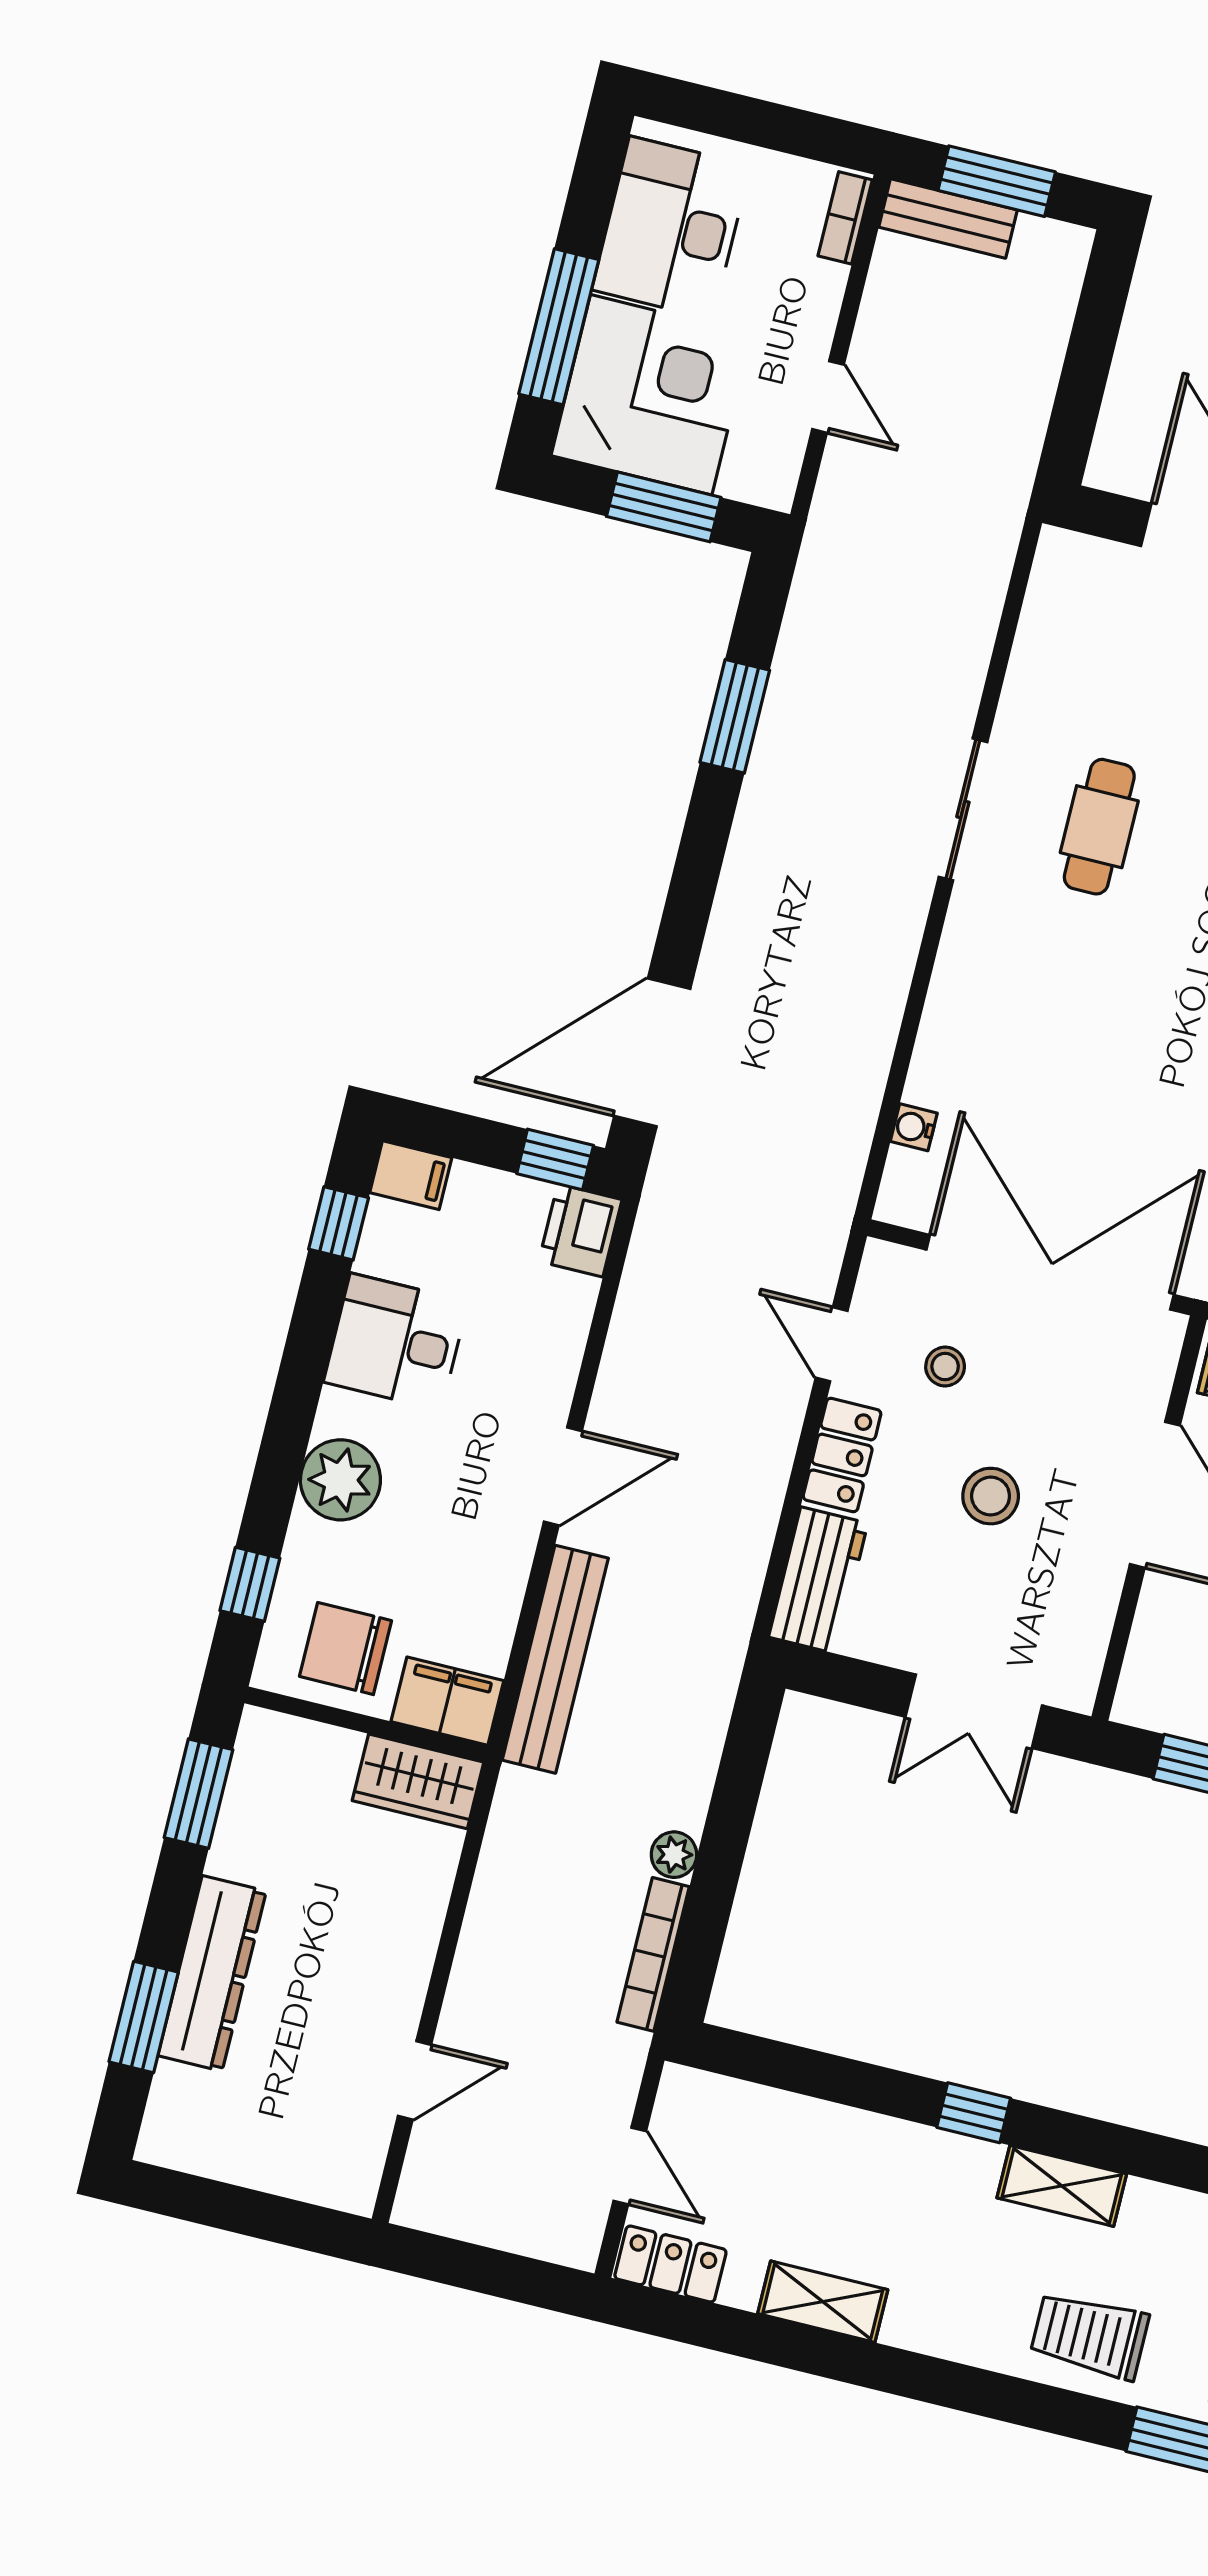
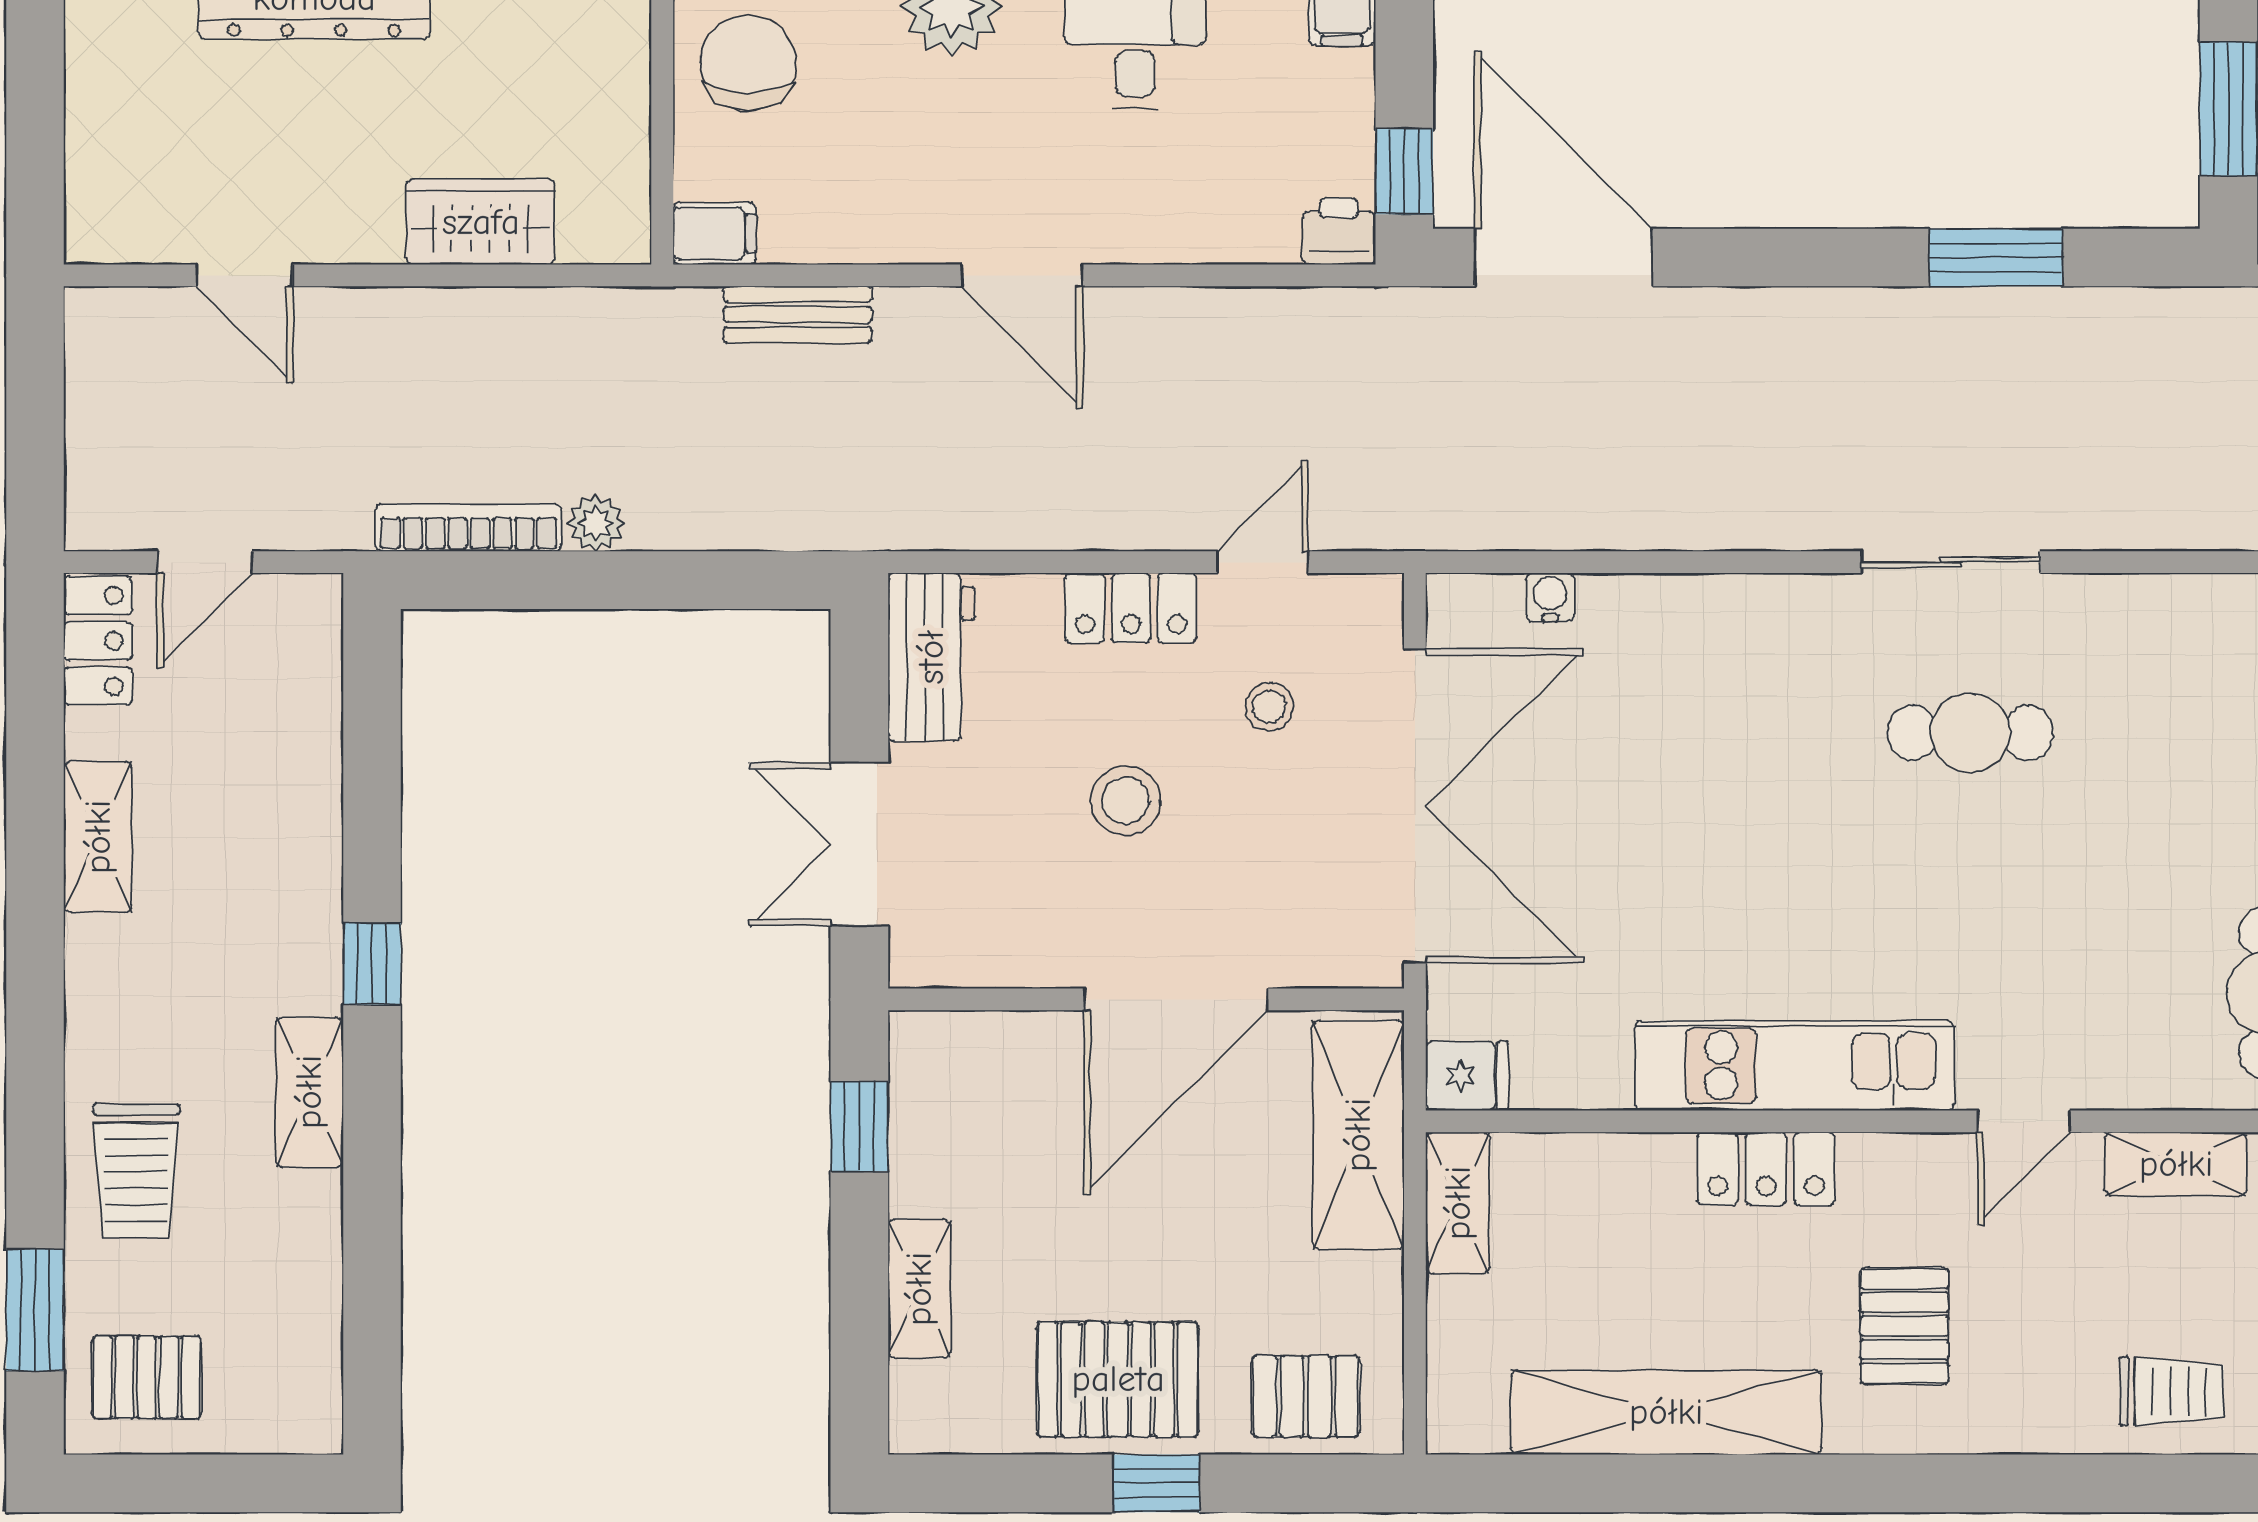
printer: (580, 1230) -> (1339, 231), width x0.73, depth x0.81
workbench: (818, 1580) -> (931, 657), moved, turned -90
bench: (555, 1659) -> (798, 315), width x0.54, depth x0.82
filing cabinet: (447, 1701) -> (715, 234), width x0.50
wardrobe: (418, 1781) -> (481, 222), moved, turned 90
trolley: (1090, 2335) -> (136, 1171), turned 180

